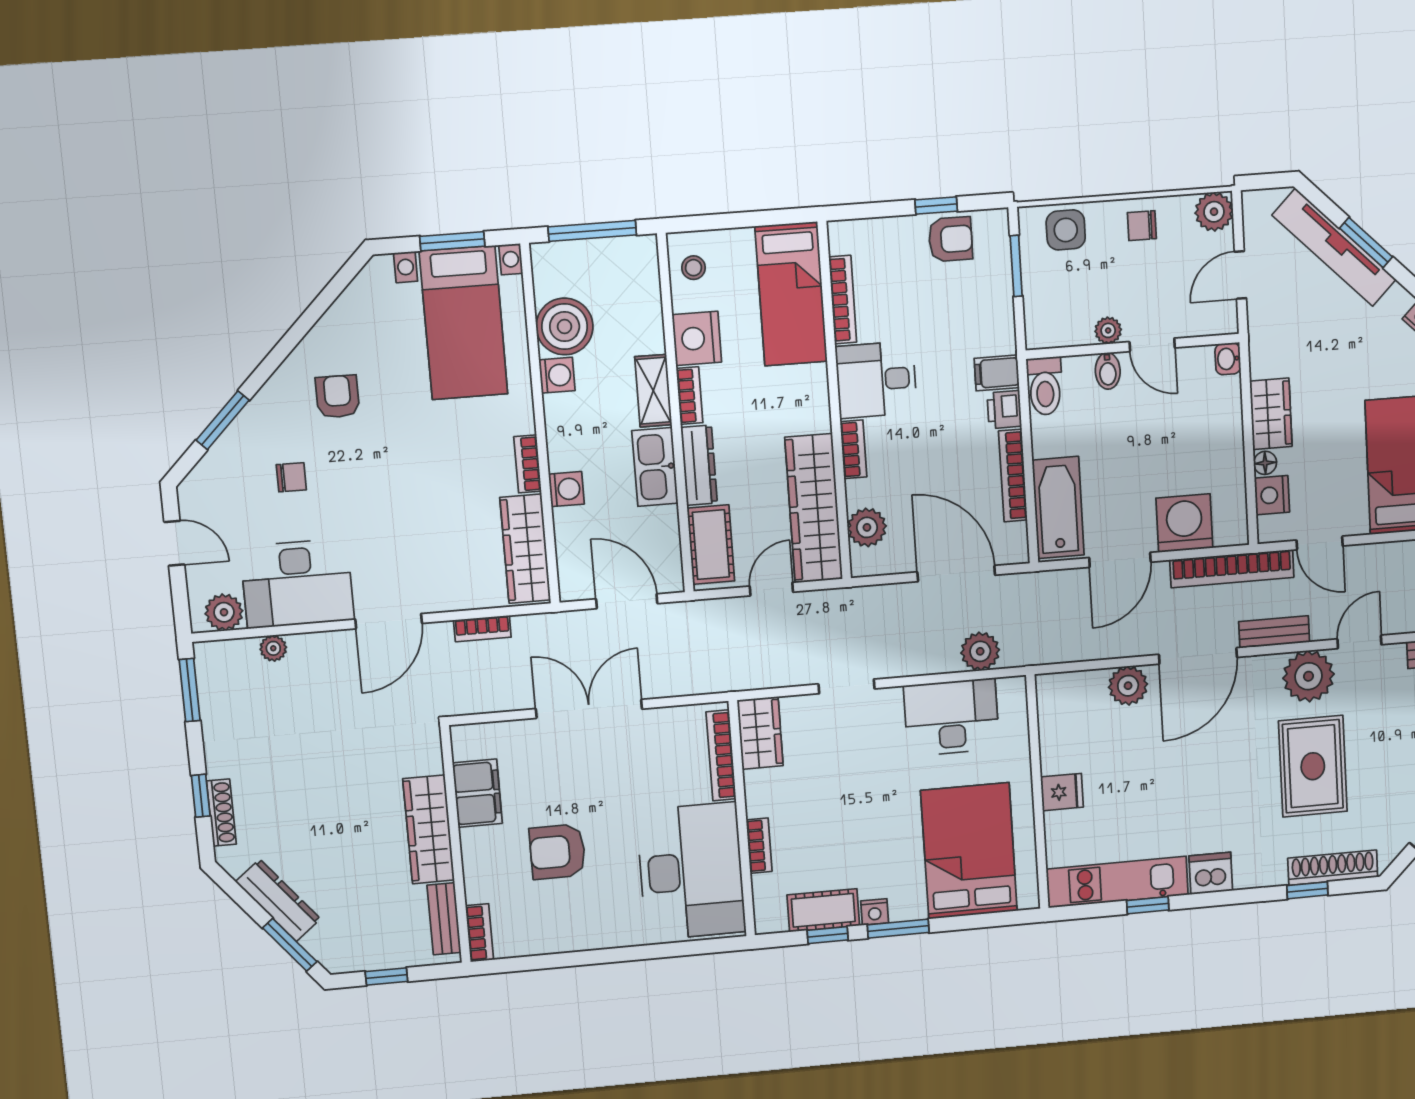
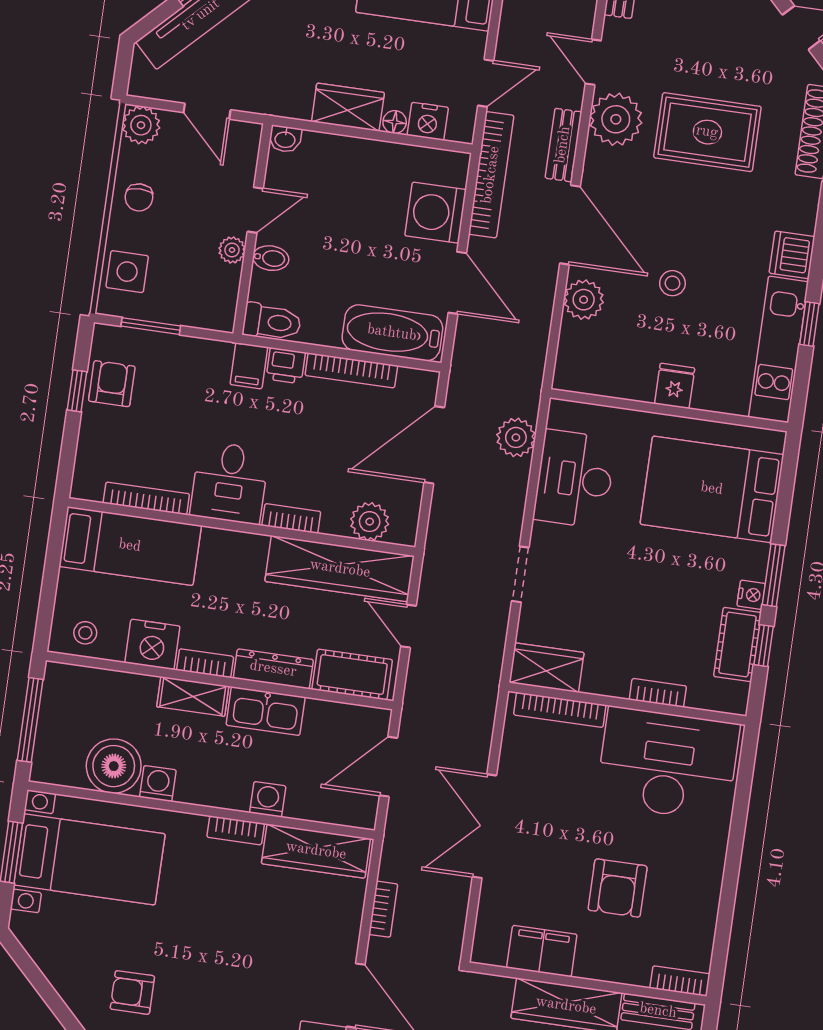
stool: (1161, 767) -> (672, 283), added

